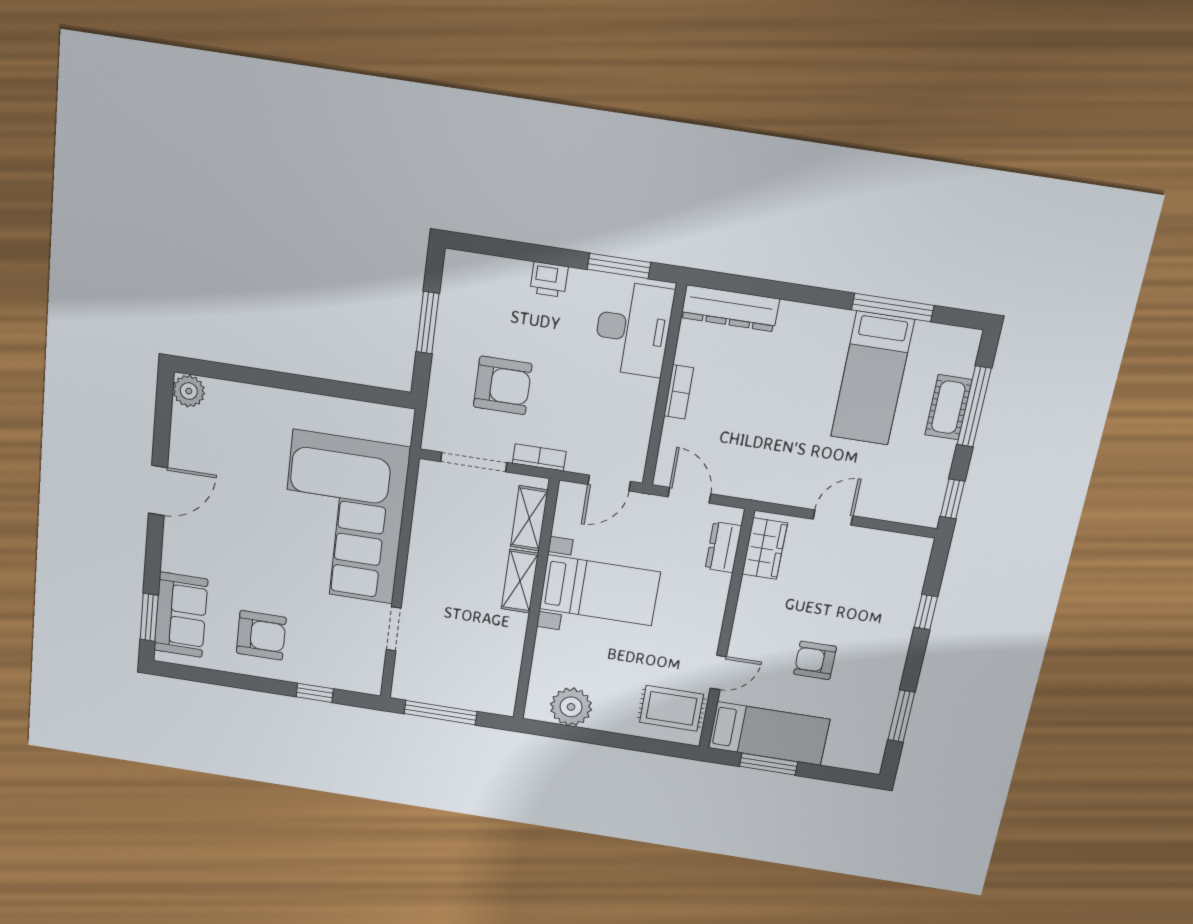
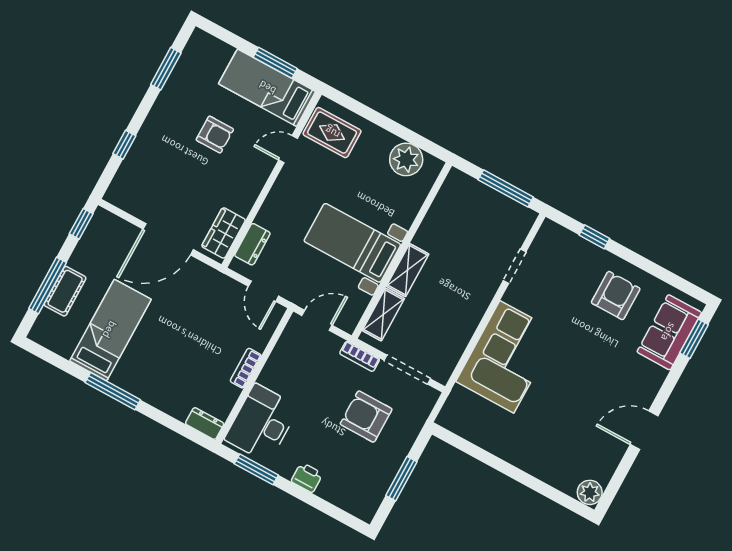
dresser: (730, 308) -> (205, 424), width x0.51, depth x0.80
window: (893, 308) -> (113, 391), moved
corner sofa: (343, 518) -> (507, 357), width x0.73, depth x0.74
door: (833, 518) -> (168, 239), width x1.88
armchair: (261, 635) -> (616, 296), turned 90

